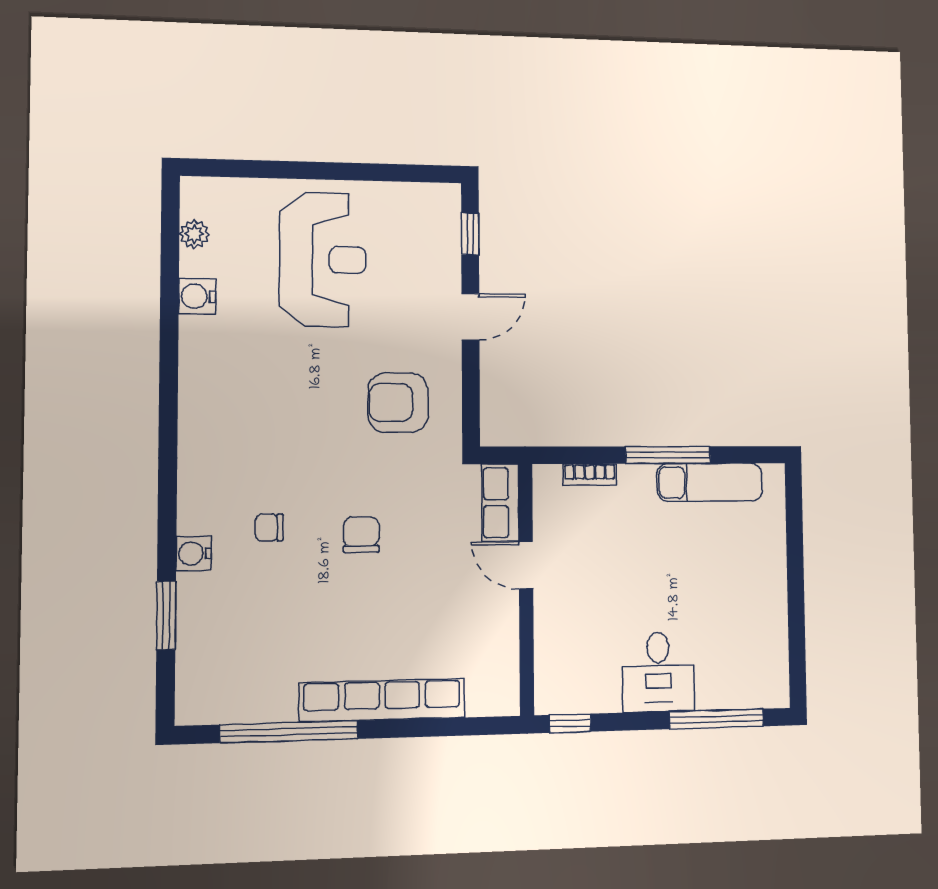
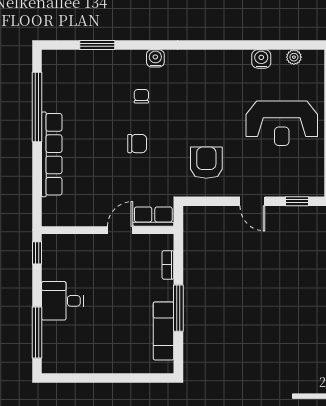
water cooler: (194, 554) -> (155, 58), moved

